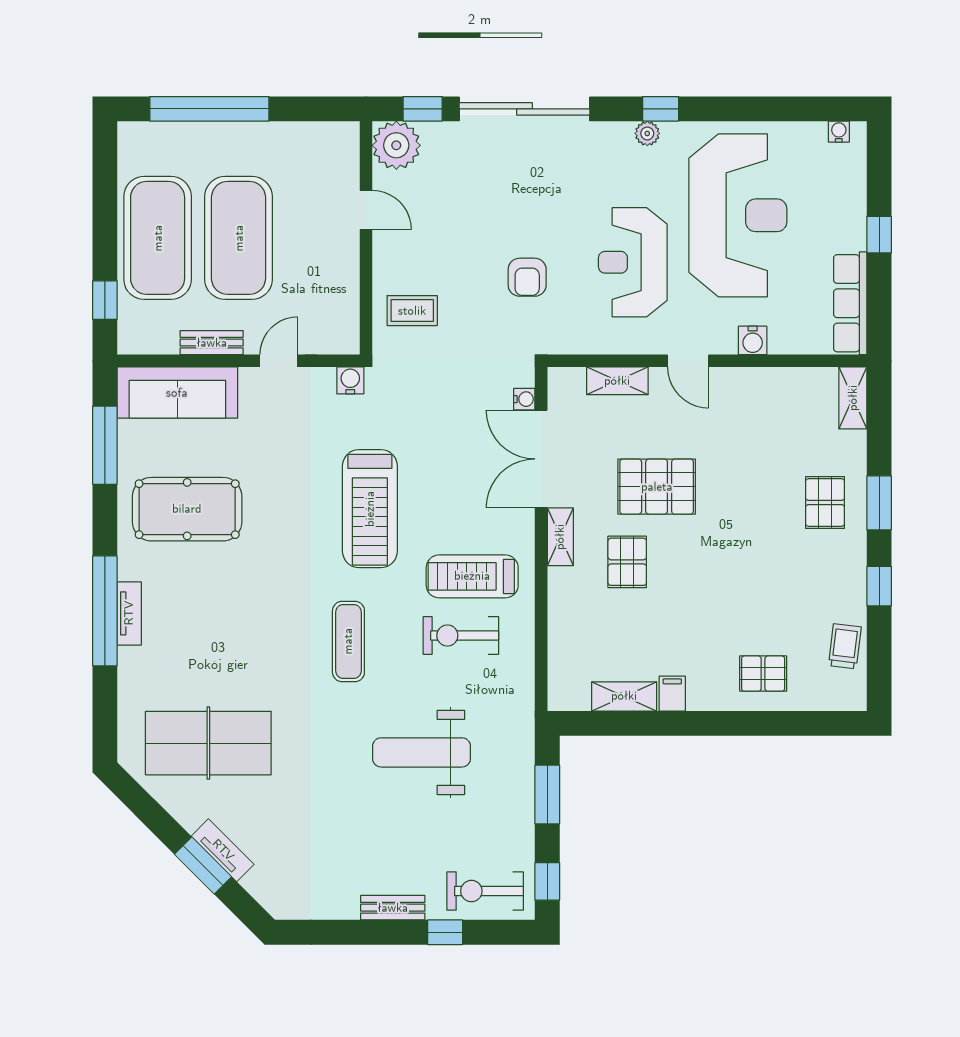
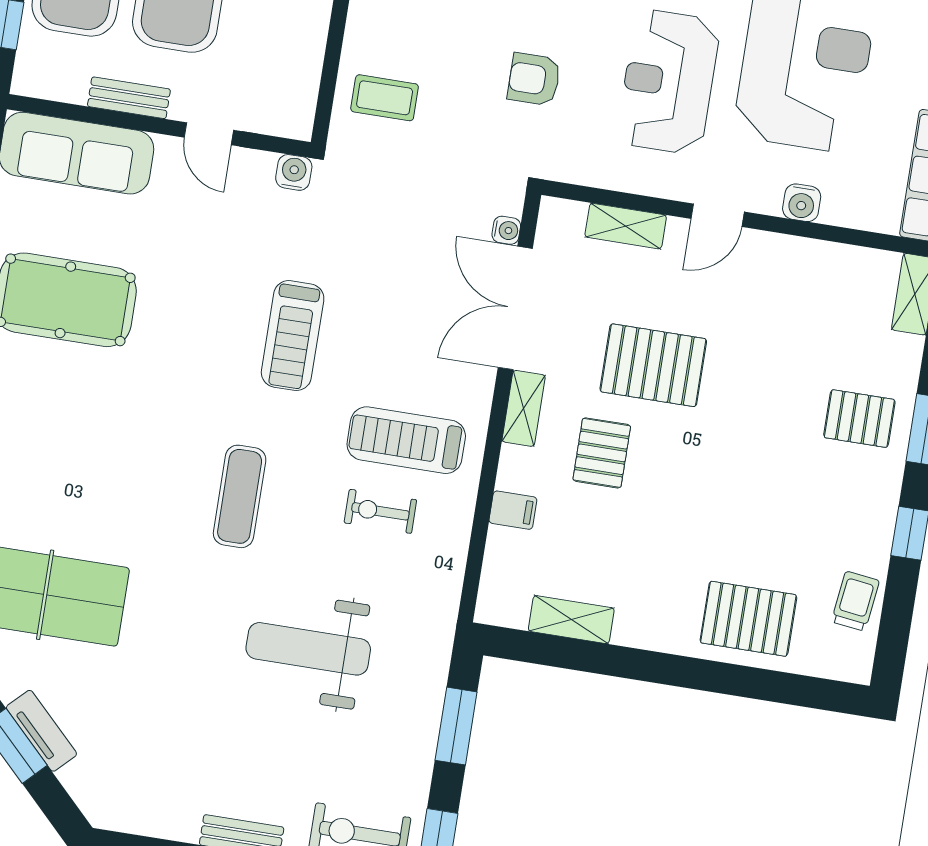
armchair: (527, 277) -> (534, 79), turned 90
door: (279, 361) -> (209, 134), swing flipped
door: (688, 361) -> (718, 215), hinge flipped
pallet: (825, 503) -> (859, 419), turned 90
treadmill: (370, 509) -> (293, 336), width x0.73, depth x0.73
exercise bike: (461, 635) -> (380, 511), width x0.73, depth x0.72
pallet: (763, 674) -> (748, 619), width x1.50, depth x1.42
filing cabinet: (672, 694) -> (513, 510), moved, turned 90

